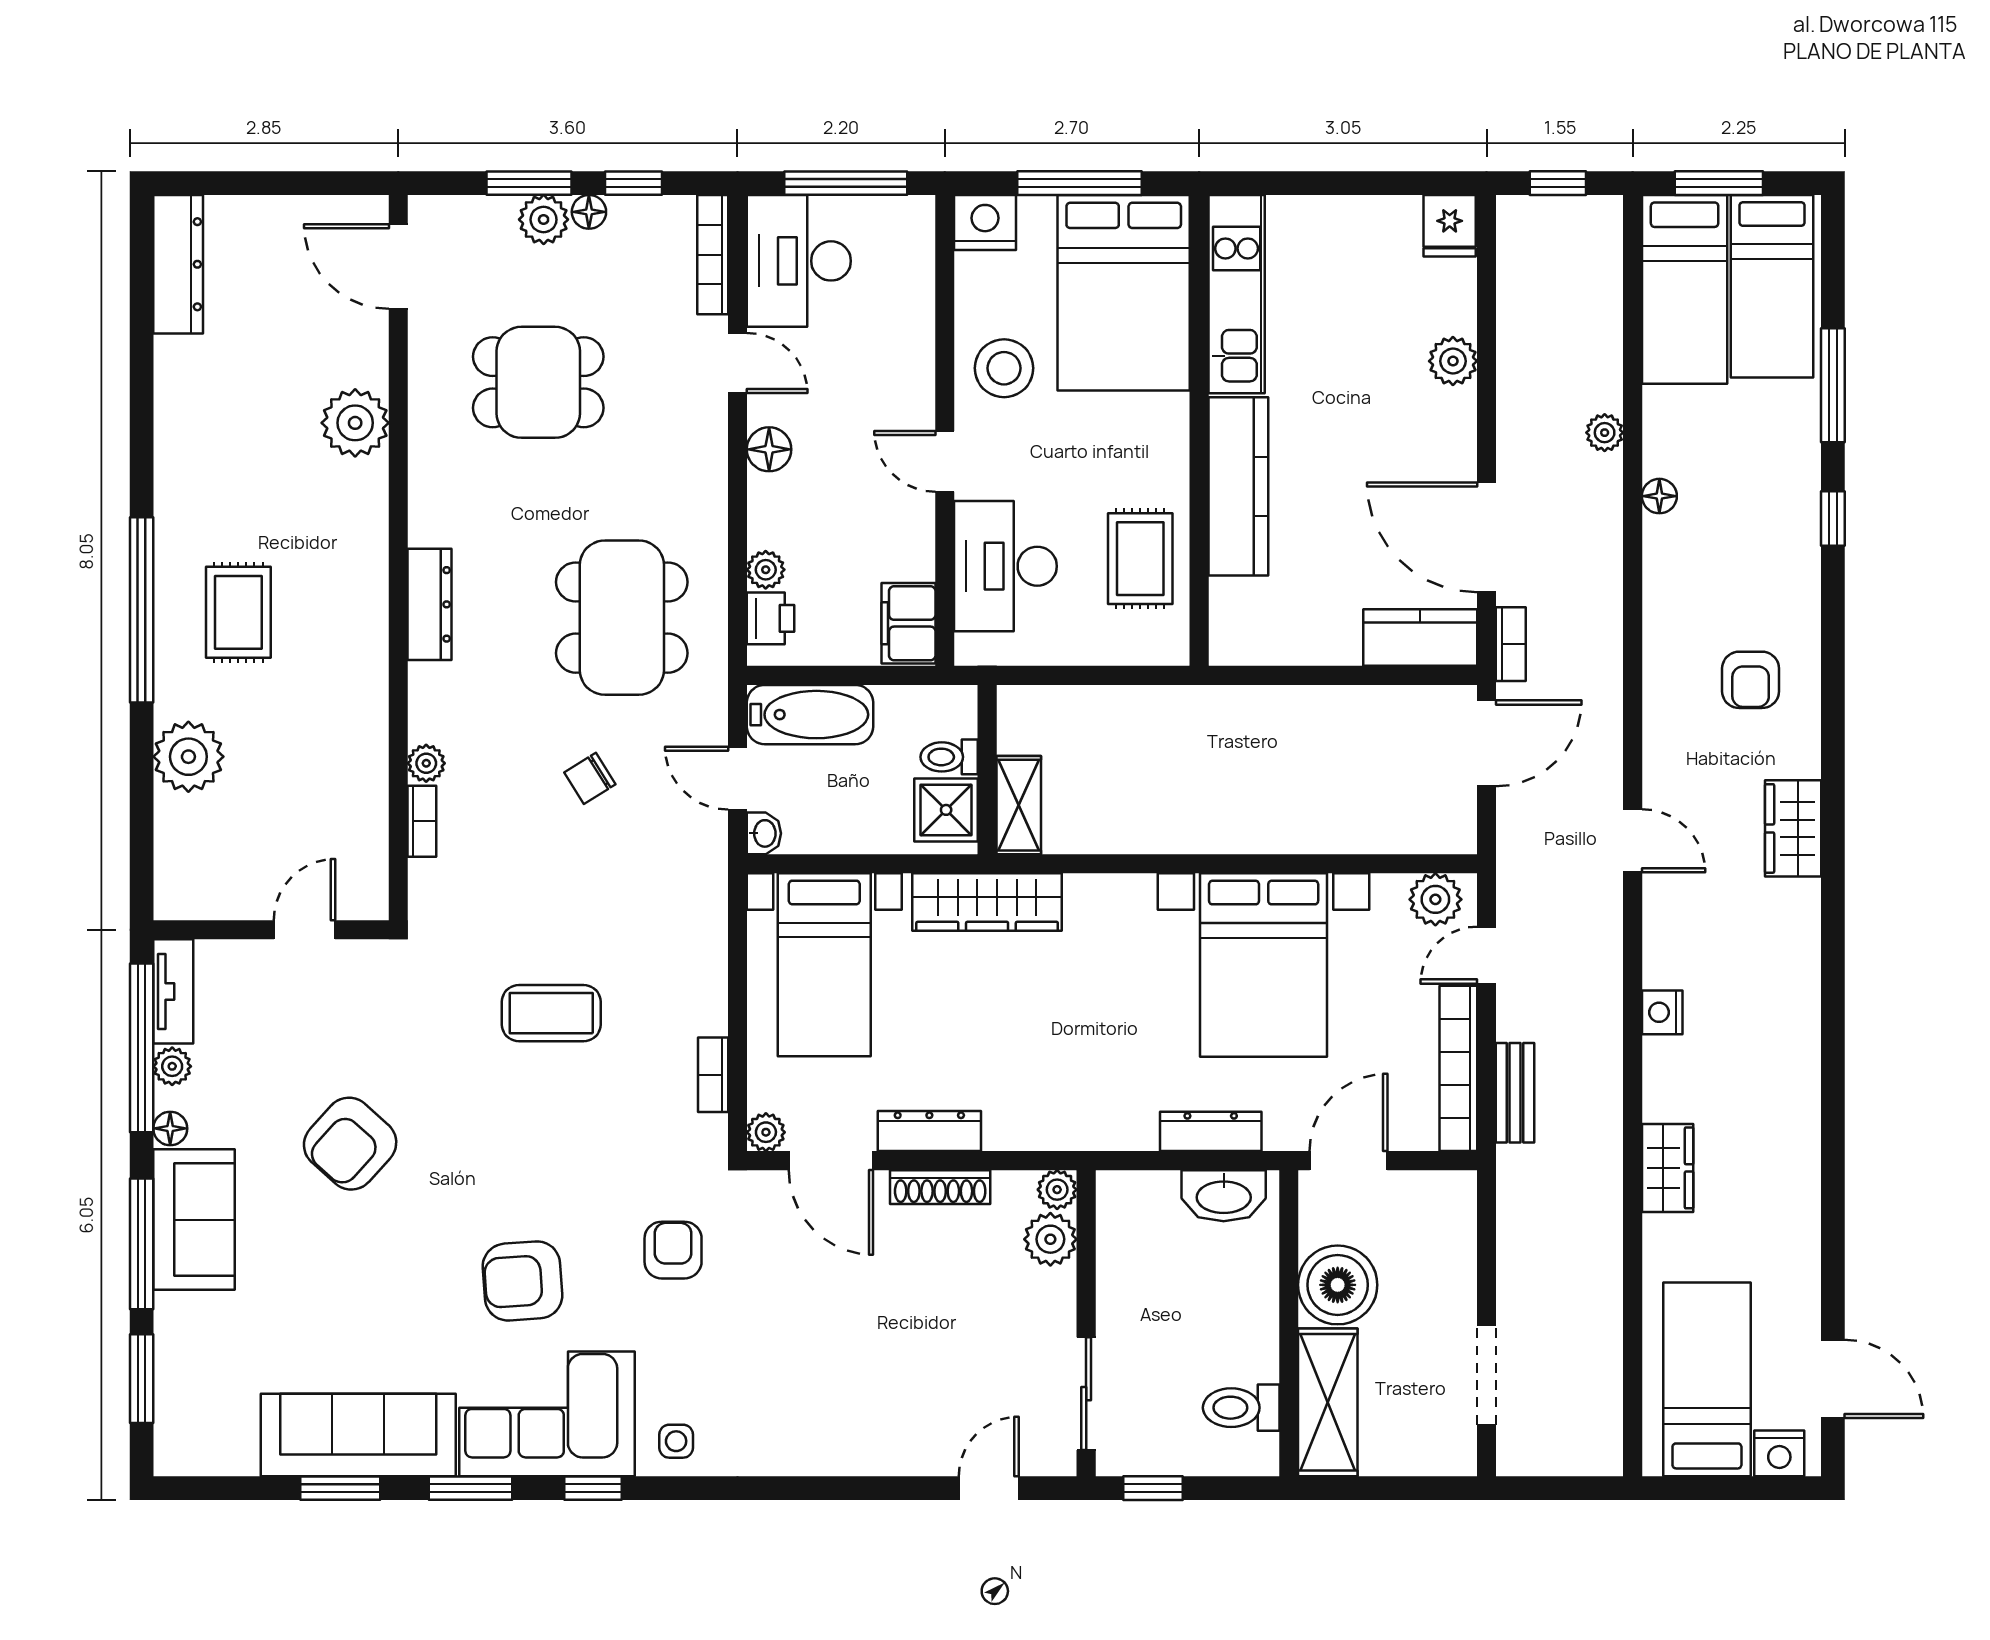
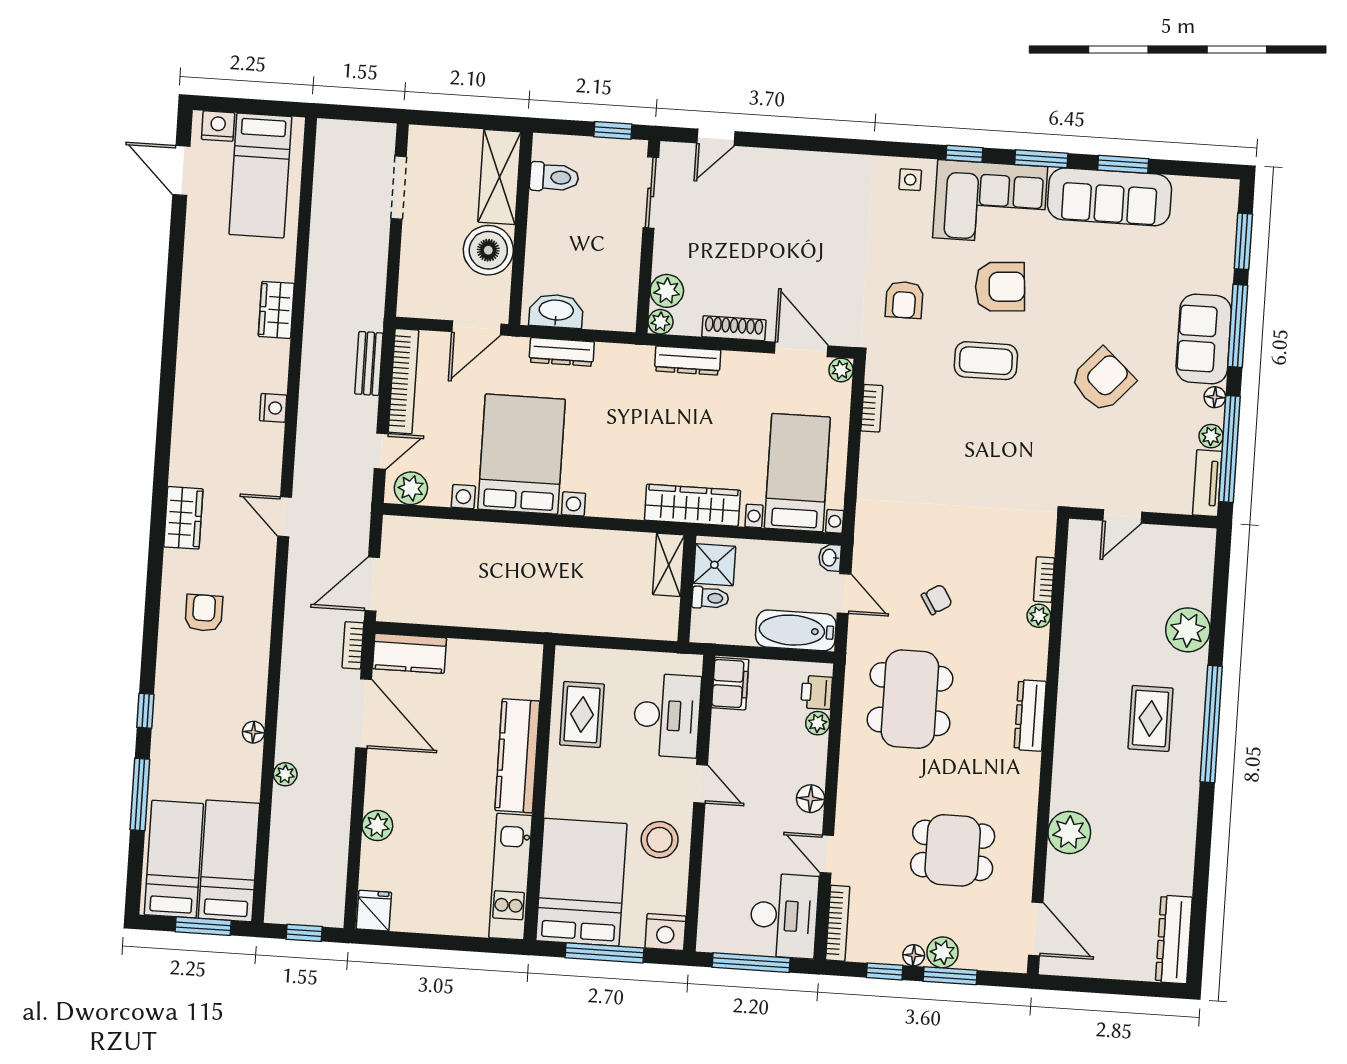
coffee table: (551, 1013) -> (986, 361), moved
dresser: (929, 1131) -> (688, 361), moved

